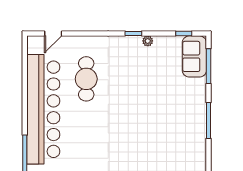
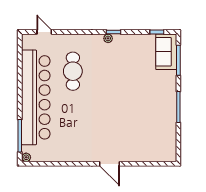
door: (53, 34) -> (44, 32), swing flipped
plant: (148, 41) -> (108, 38), moved

